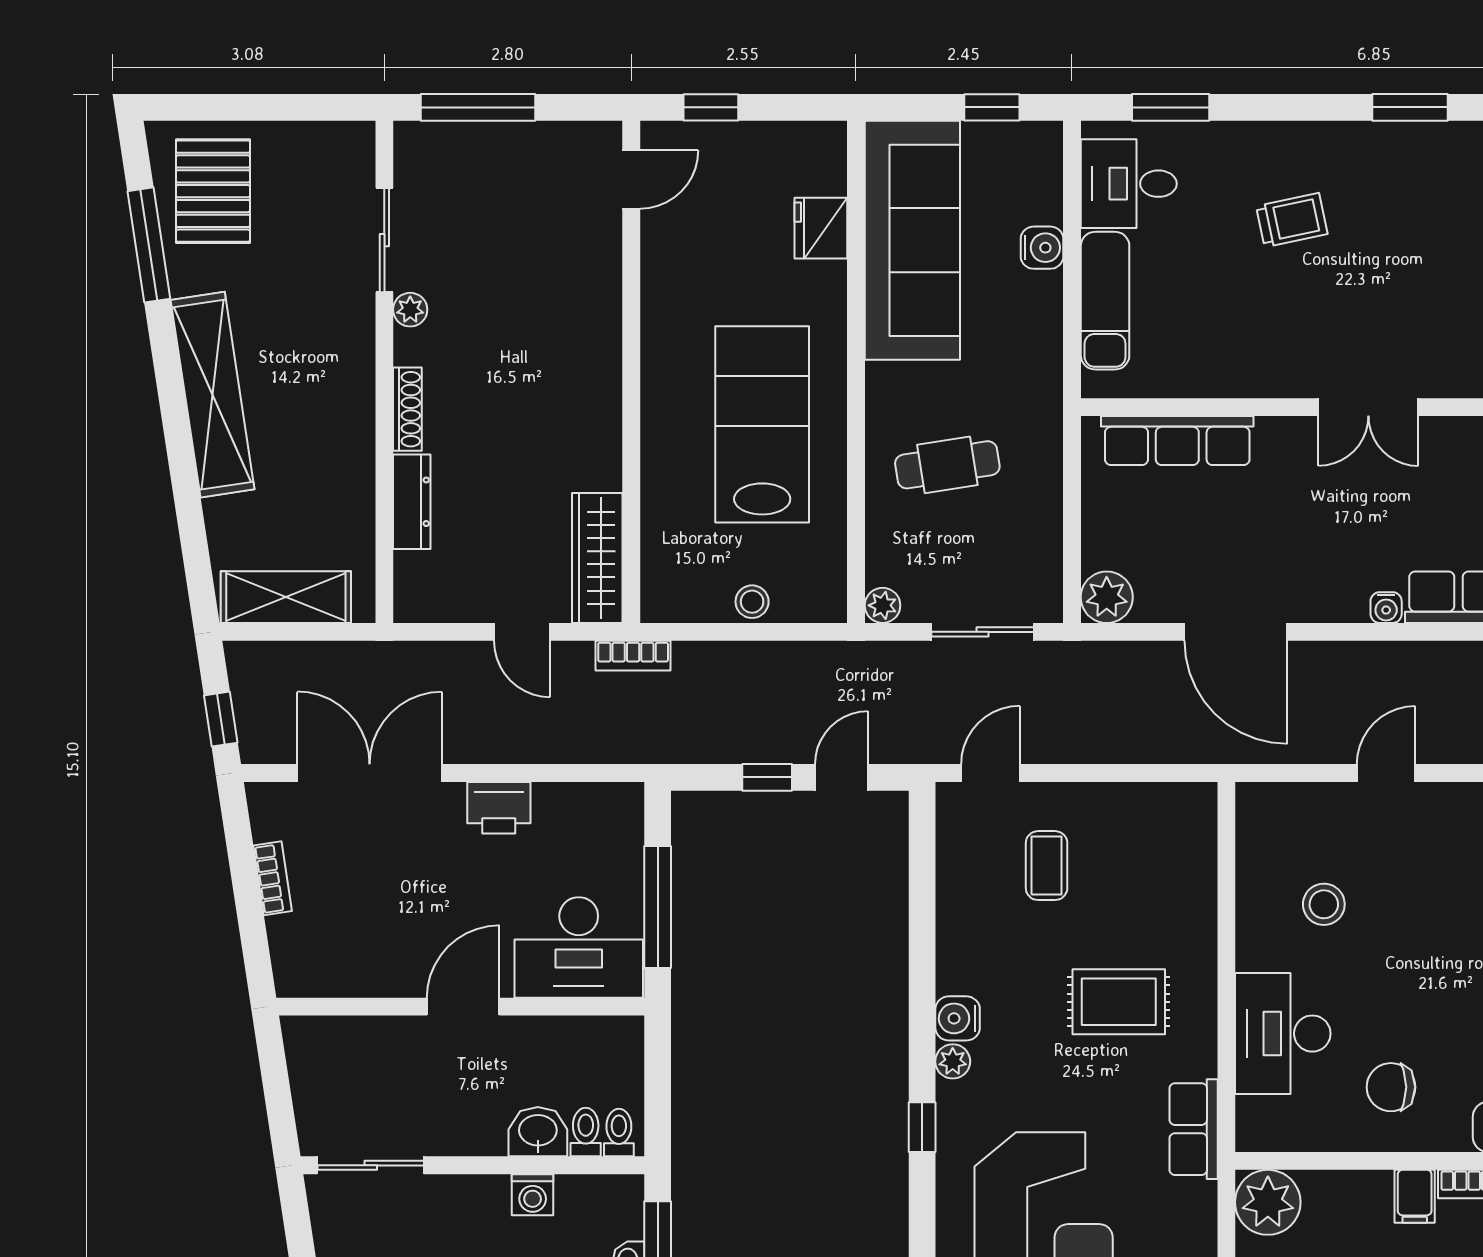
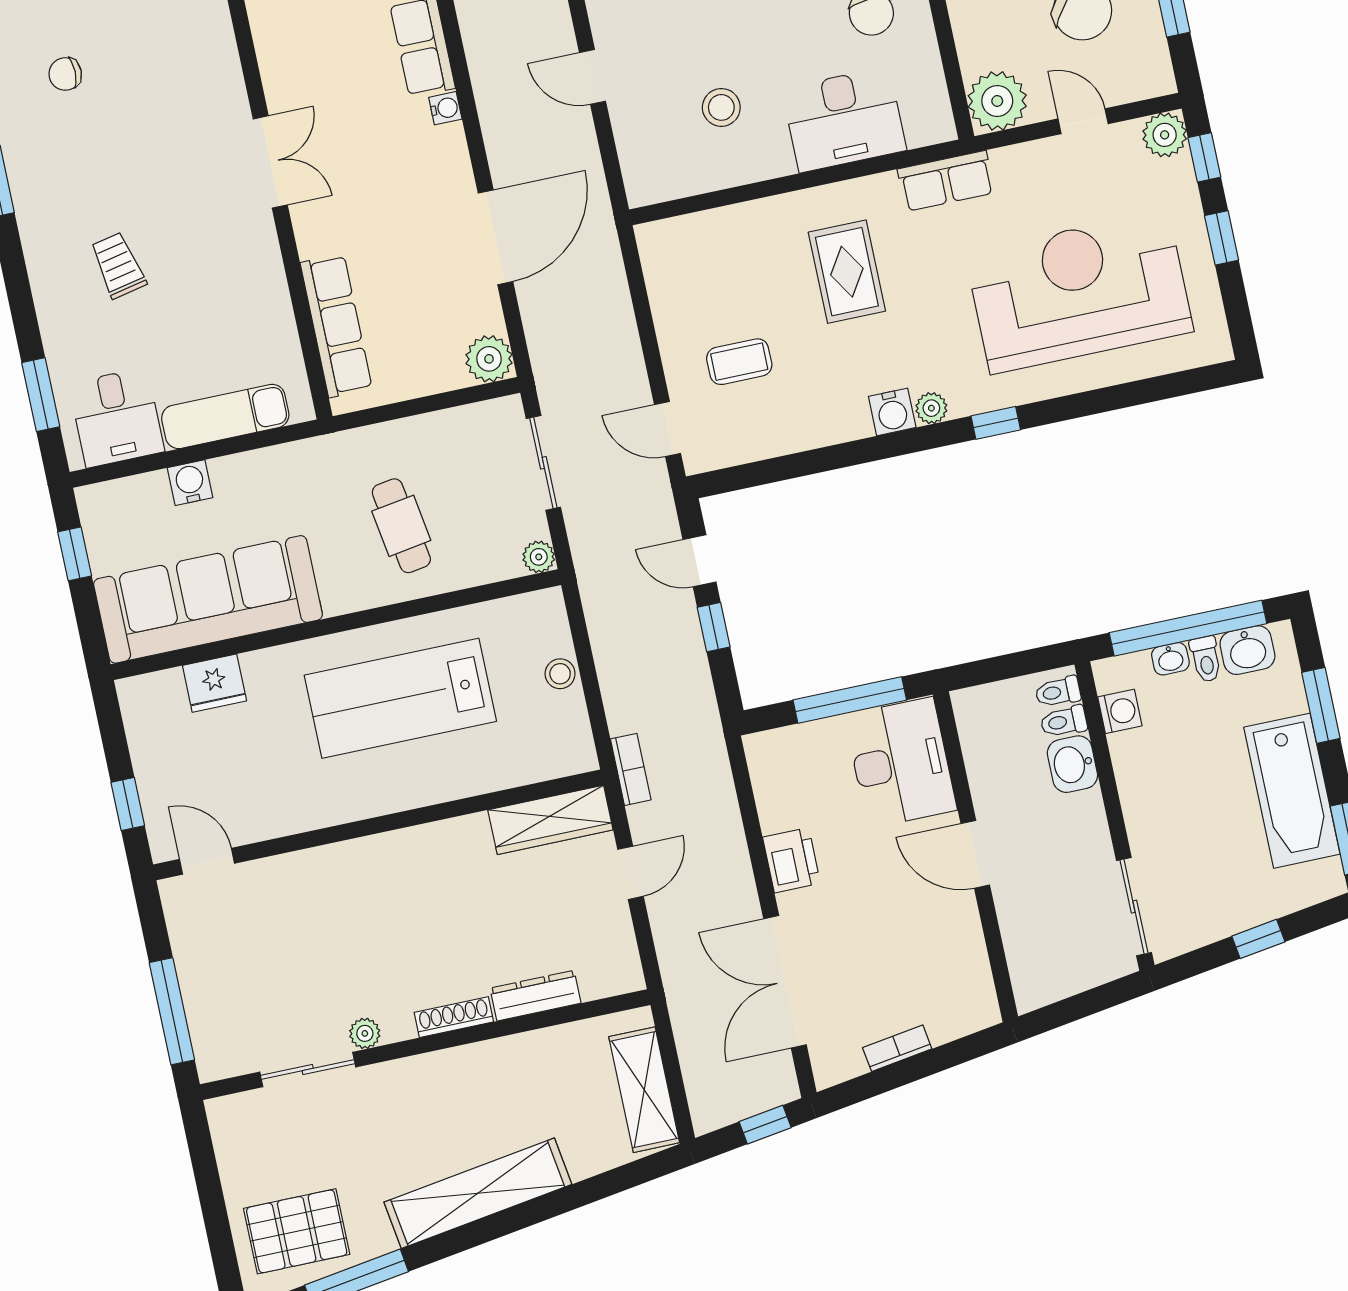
washing machine: (533, 1195) -> (1120, 711), moved

